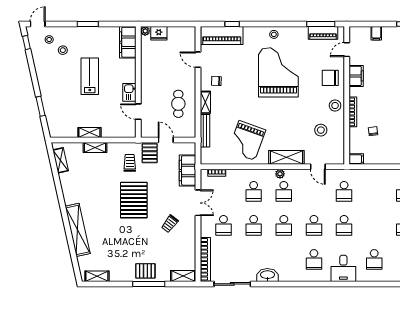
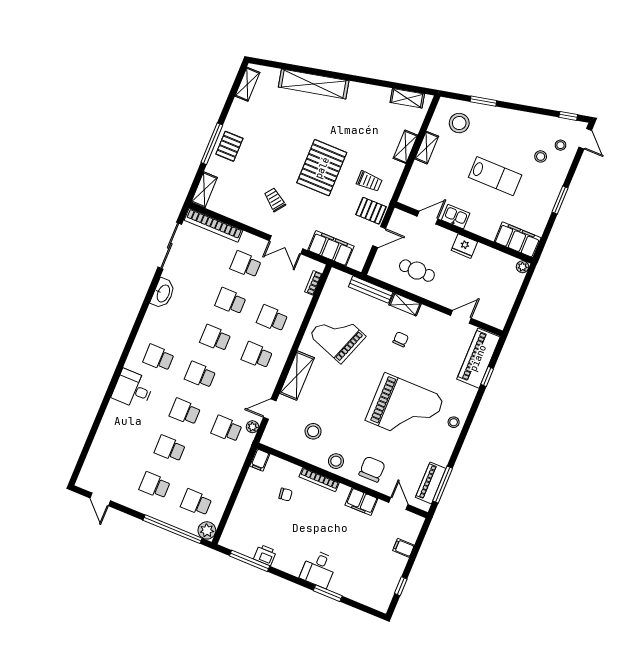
fridge: (159, 33) -> (464, 246), moved, turned -90
chair: (216, 81) -> (401, 339), moved
stool: (63, 117) -> (459, 123), added
plant: (280, 174) -> (252, 427), moved
pallet: (134, 200) -> (322, 168), turned 90
school desk: (374, 259) -> (170, 449), moved

